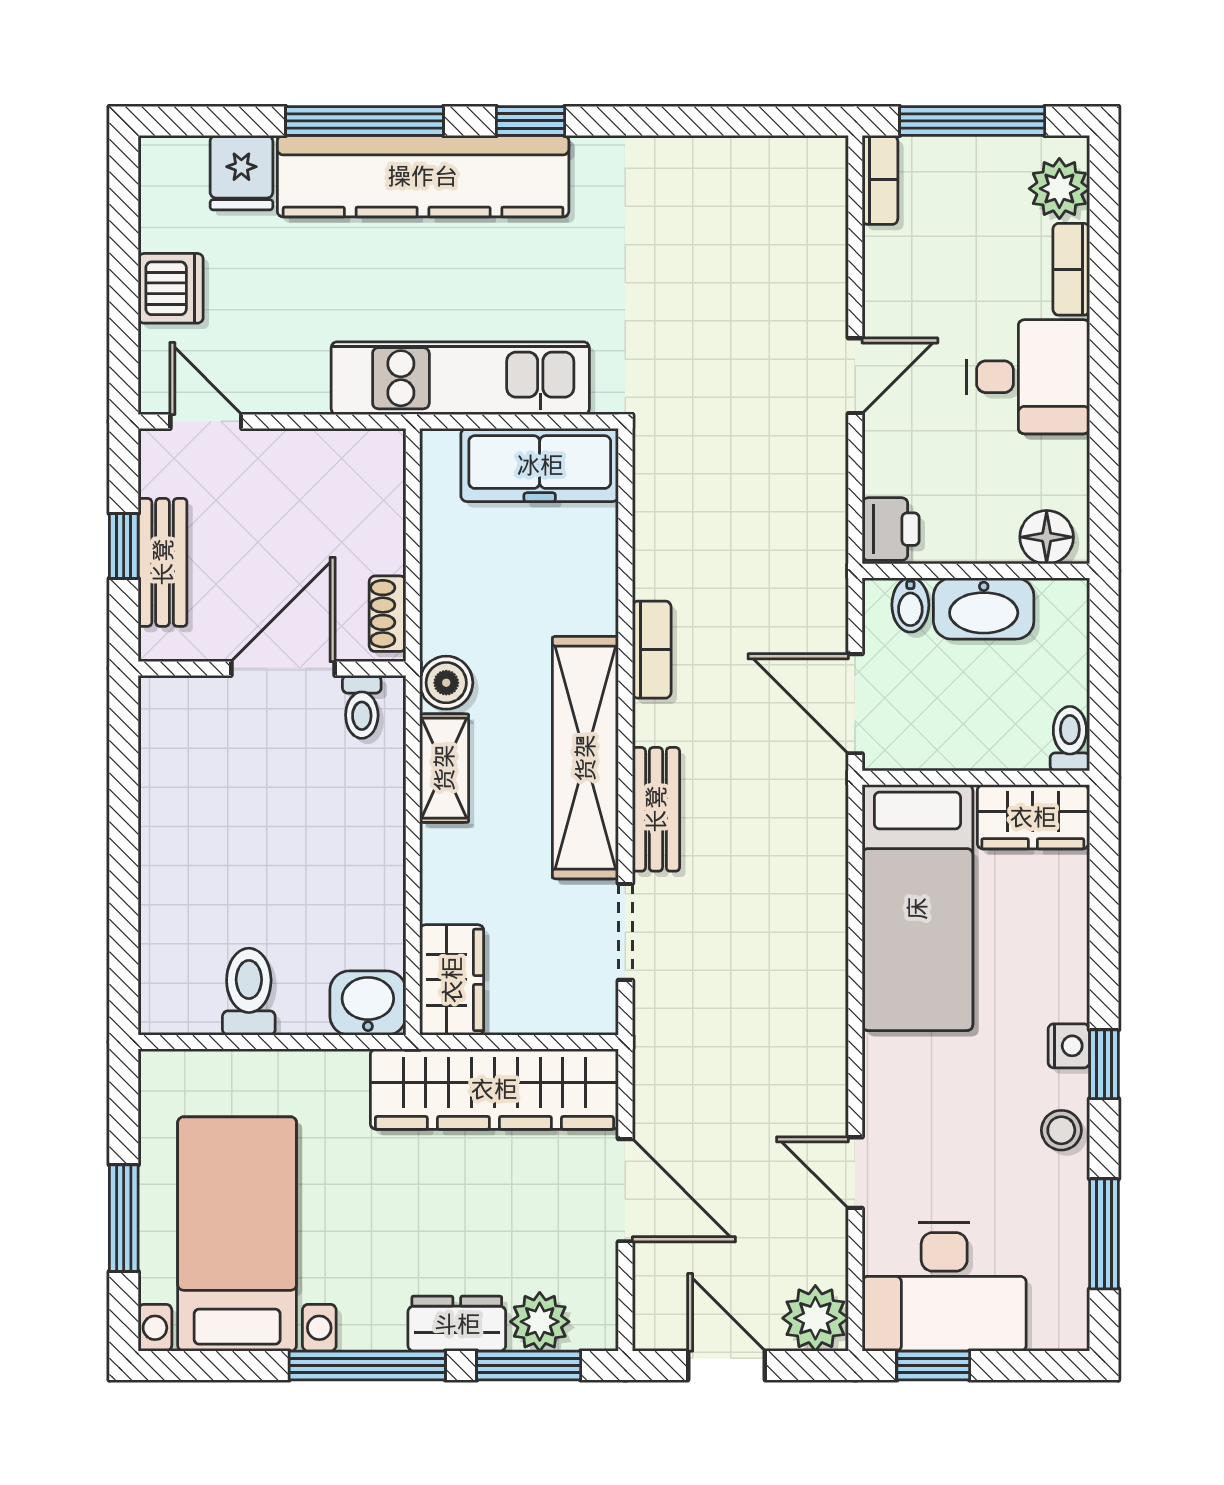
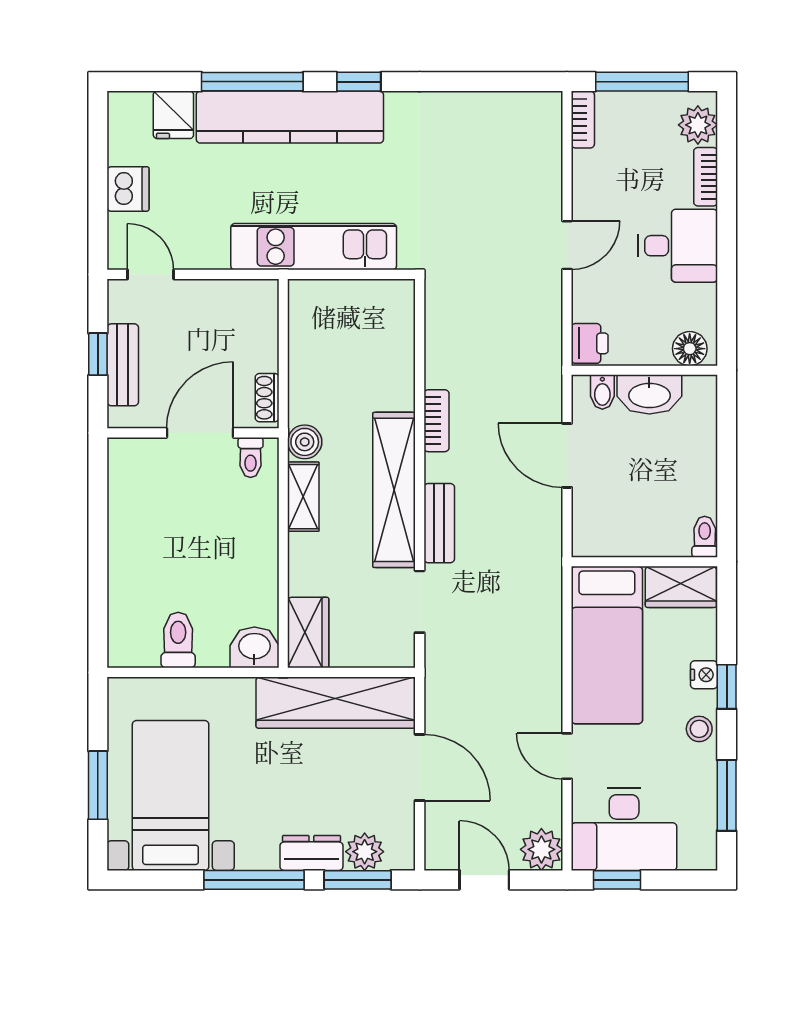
freezer: (540, 465) -> (365, 302), removed
toilet: (1070, 739) -> (705, 537), moved
wall: (976, 778) -> (644, 562), moved
wardrobe: (1033, 817) -> (681, 587), moved
bed: (917, 908) -> (607, 645), moved

